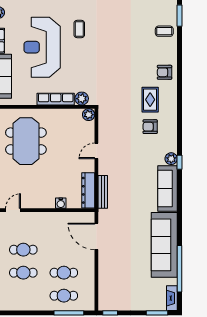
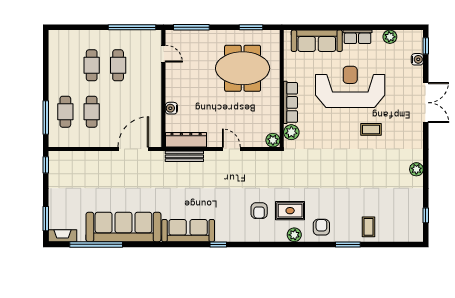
window: (180, 16) -> (348, 244), moved
armchair: (150, 127) -> (259, 211), turned 180
plant: (171, 159) -> (294, 235), moved

